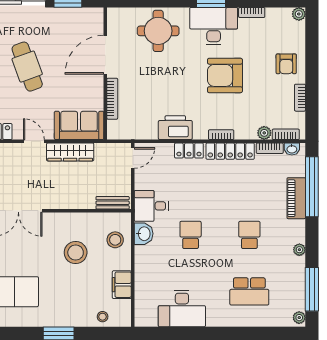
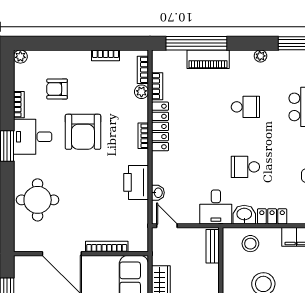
desk: (214, 26) -> (33, 137), width x0.73
armchair: (286, 64) -> (57, 89), moved, turned 180
washbasin: (292, 149) -> (158, 193), moved
locker: (189, 151) -> (272, 216), moved, turned -90
school desk: (249, 235) -> (245, 107), turned 180

